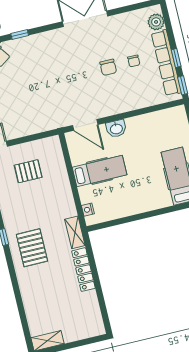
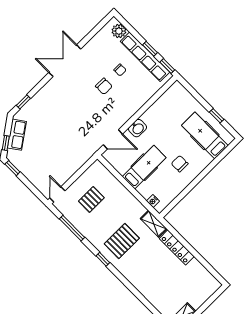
chair: (136, 189) -> (180, 164), added
pallet: (32, 248) -> (122, 241), moved, turned 90

